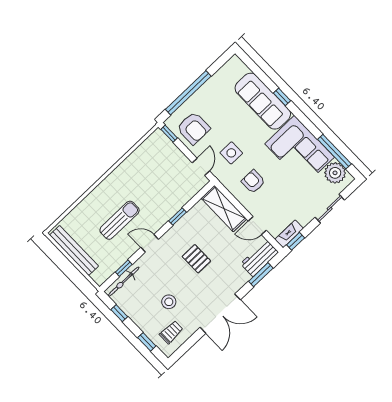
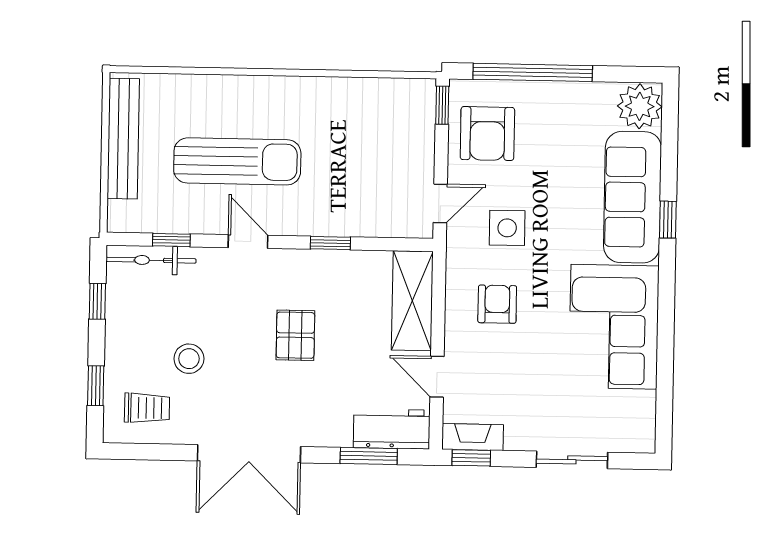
window: (334, 152) -> (665, 381), removed
plant: (335, 173) -> (640, 106), moved
sun lounger: (120, 220) -> (237, 161), width x1.36, depth x1.34

